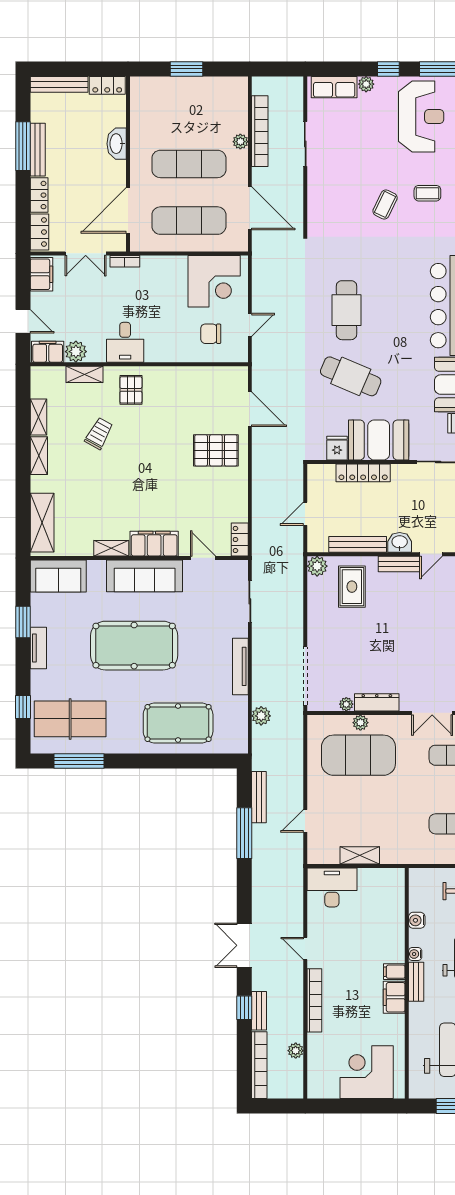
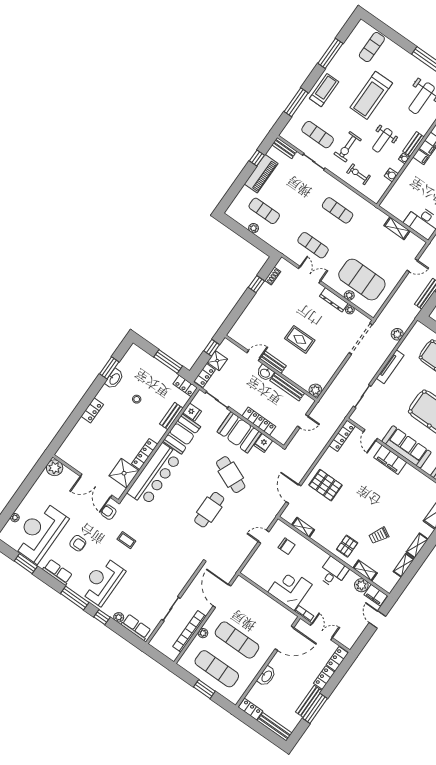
coffee table: (385, 204) -> (152, 550), removed
exercise mat: (189, 221) -> (217, 669), moved
filing cabinet: (41, 274) -> (351, 637), removed
corner desk: (214, 281) -> (290, 588), moved
locker: (240, 539) -> (342, 436), width x1.53
shelving: (111, 548) -> (303, 527), moved
rug: (352, 587) -> (300, 339), moved, turned 90

